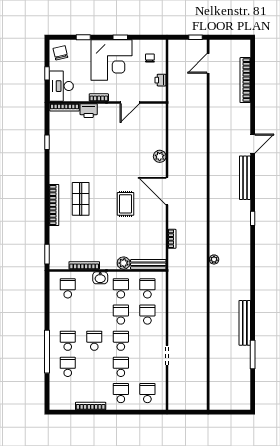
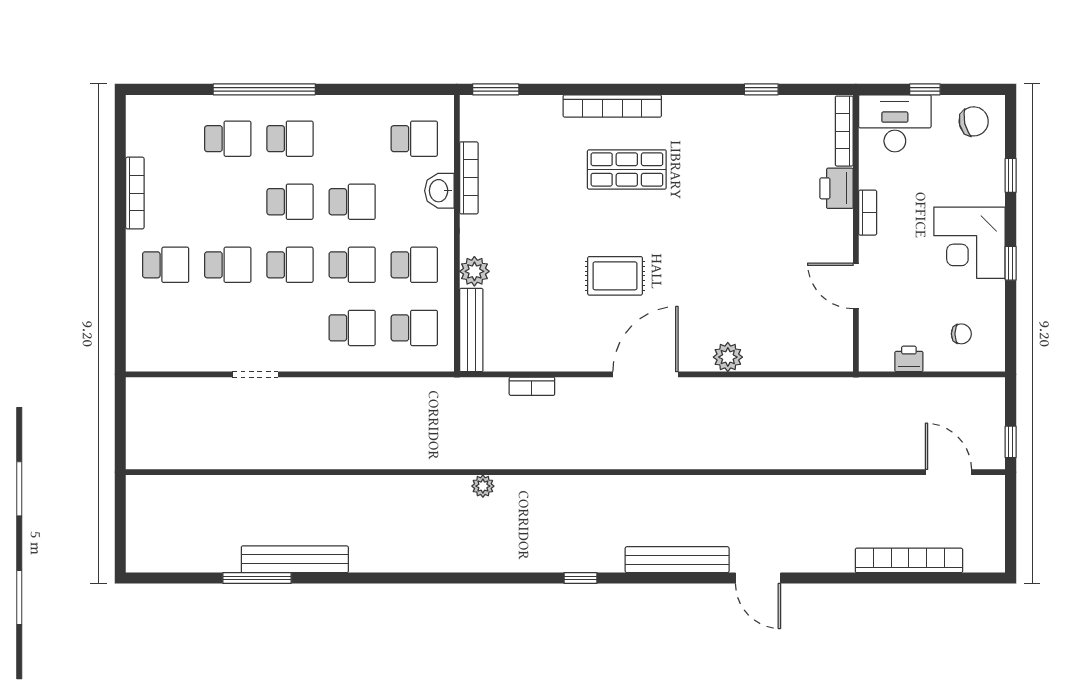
corner desk: (112, 60) -> (970, 243), width x0.74, depth x0.74
washbasin: (100, 278) -> (439, 191), moved
bench: (245, 323) -> (295, 559), moved
school desk: (147, 393) -> (352, 202), moved

